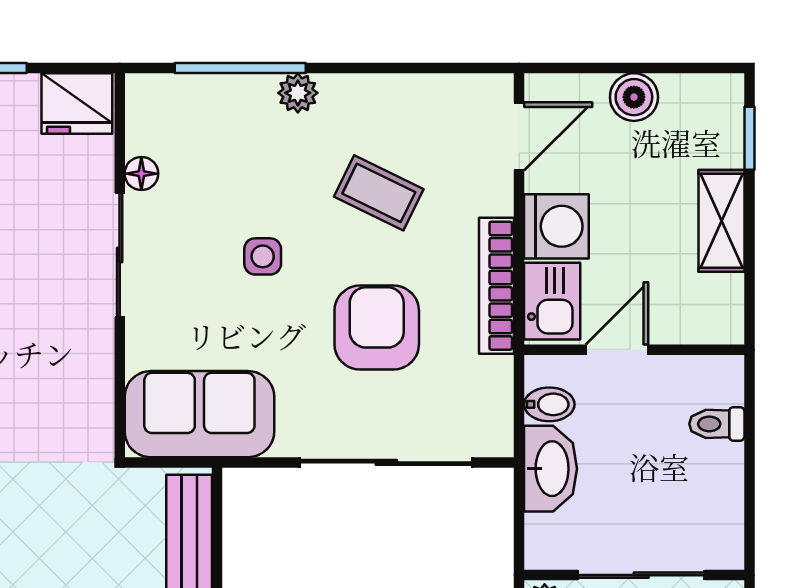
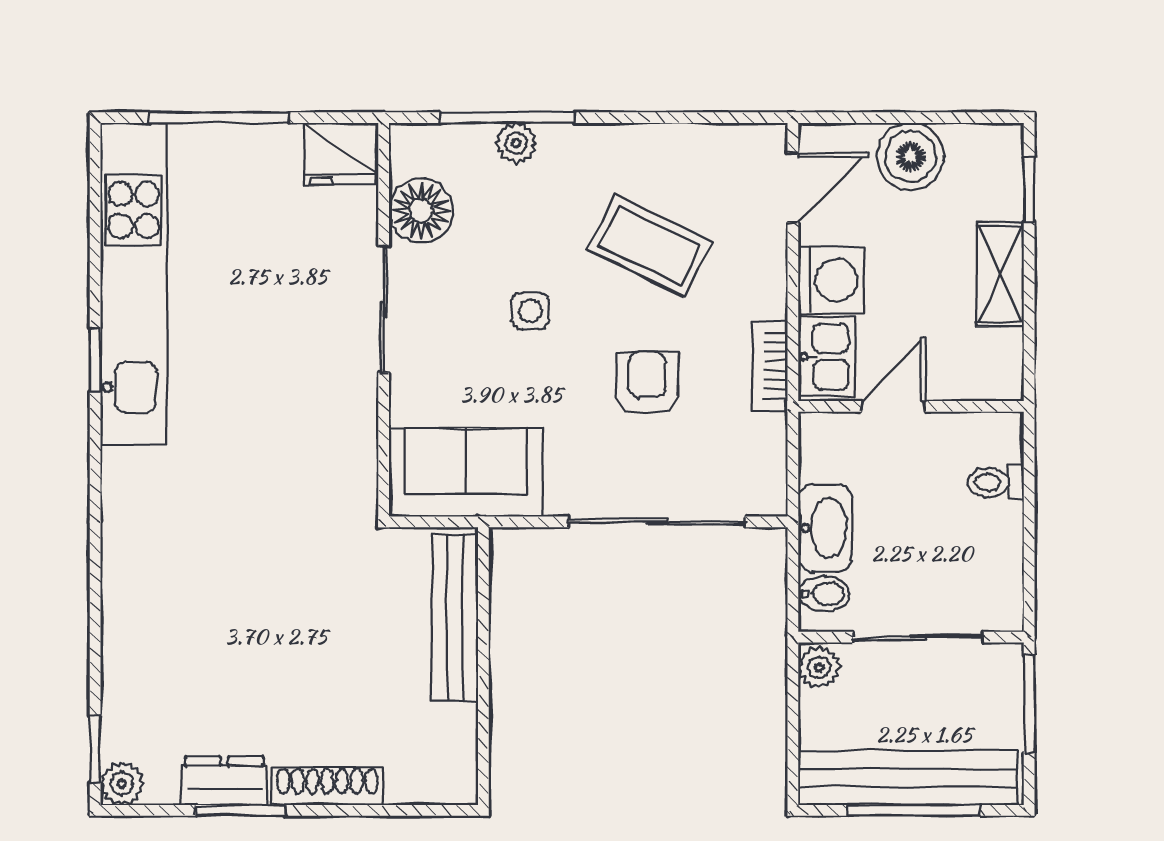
plant: (298, 93) -> (516, 143), moved
boiler: (634, 97) -> (911, 156), width x1.36, depth x1.36
floor lamp: (141, 174) -> (421, 211), width x1.89, depth x1.89
coffee table: (379, 193) -> (649, 246), width x1.36, depth x1.30
bookcase: (497, 286) -> (770, 366), width x0.64
armchair: (377, 328) -> (647, 384), width x0.72, depth x0.72
bidet: (549, 404) -> (824, 594), moved

